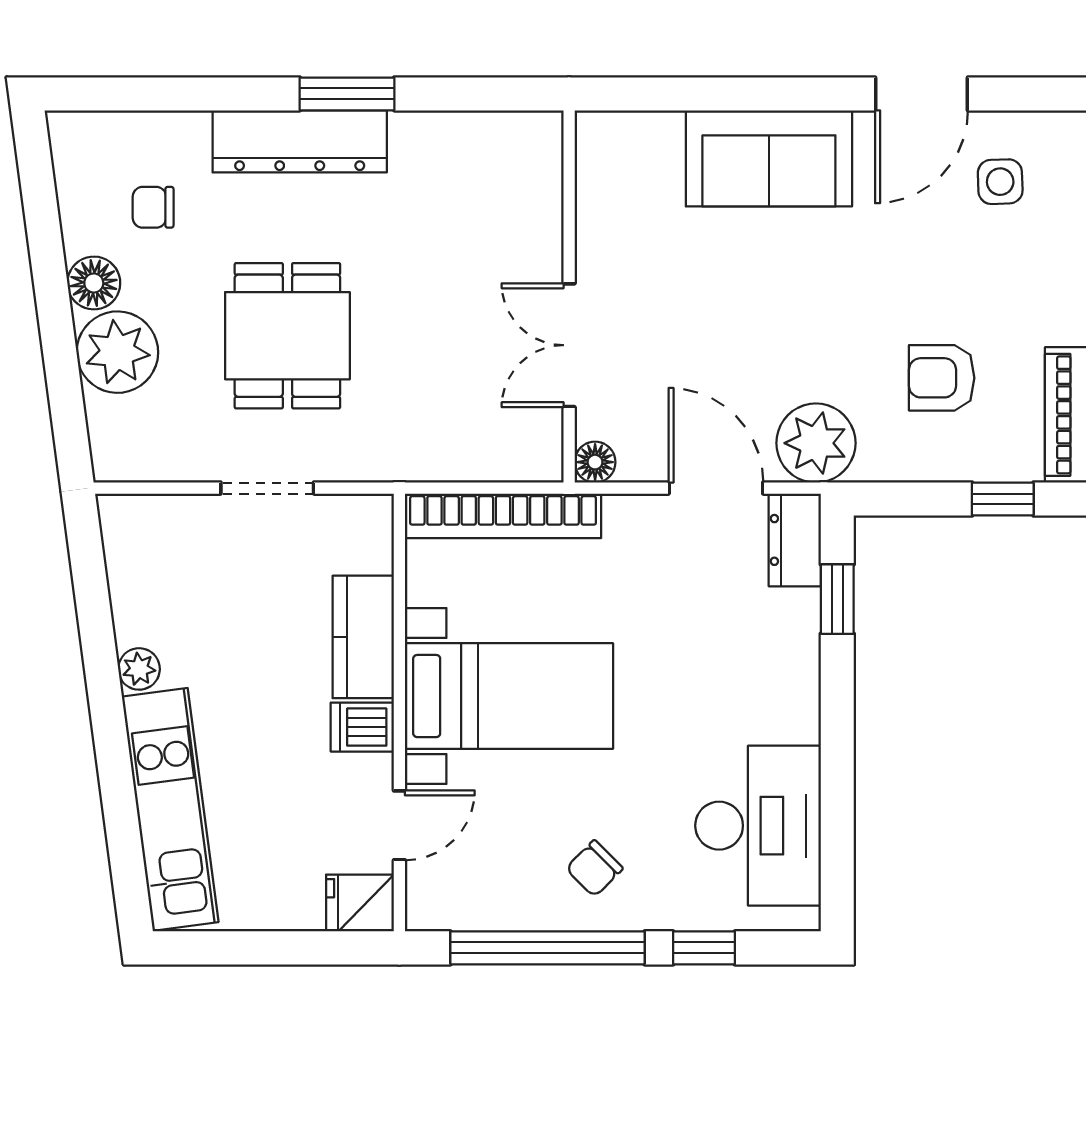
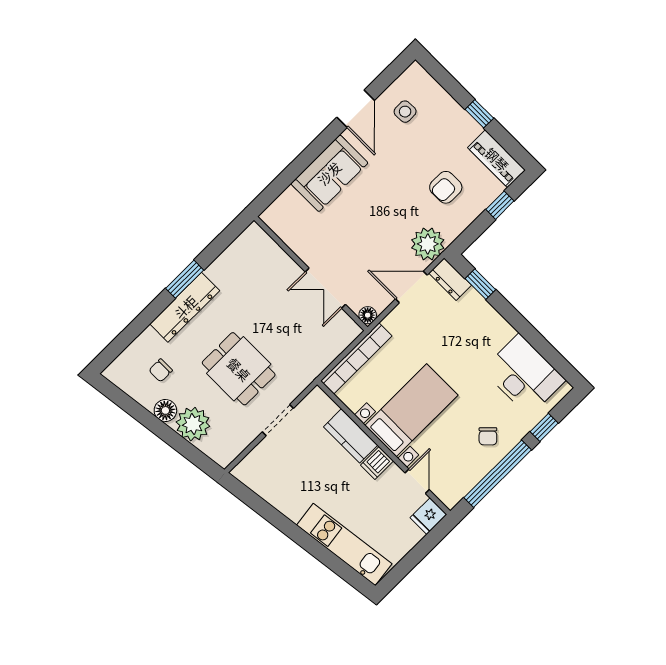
plant: (139, 669) -> (293, 512), removed

